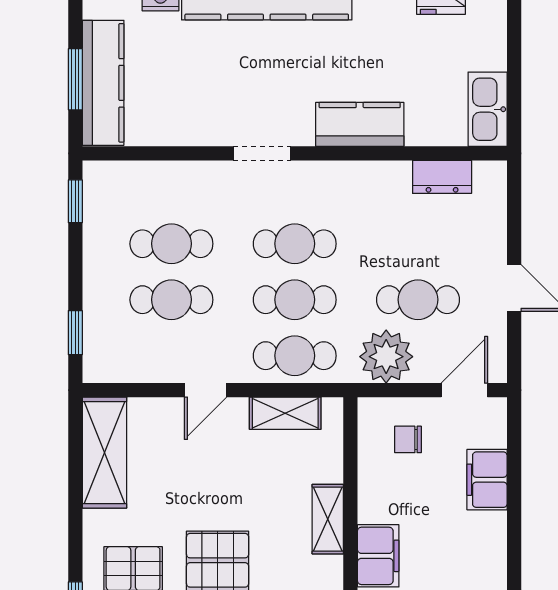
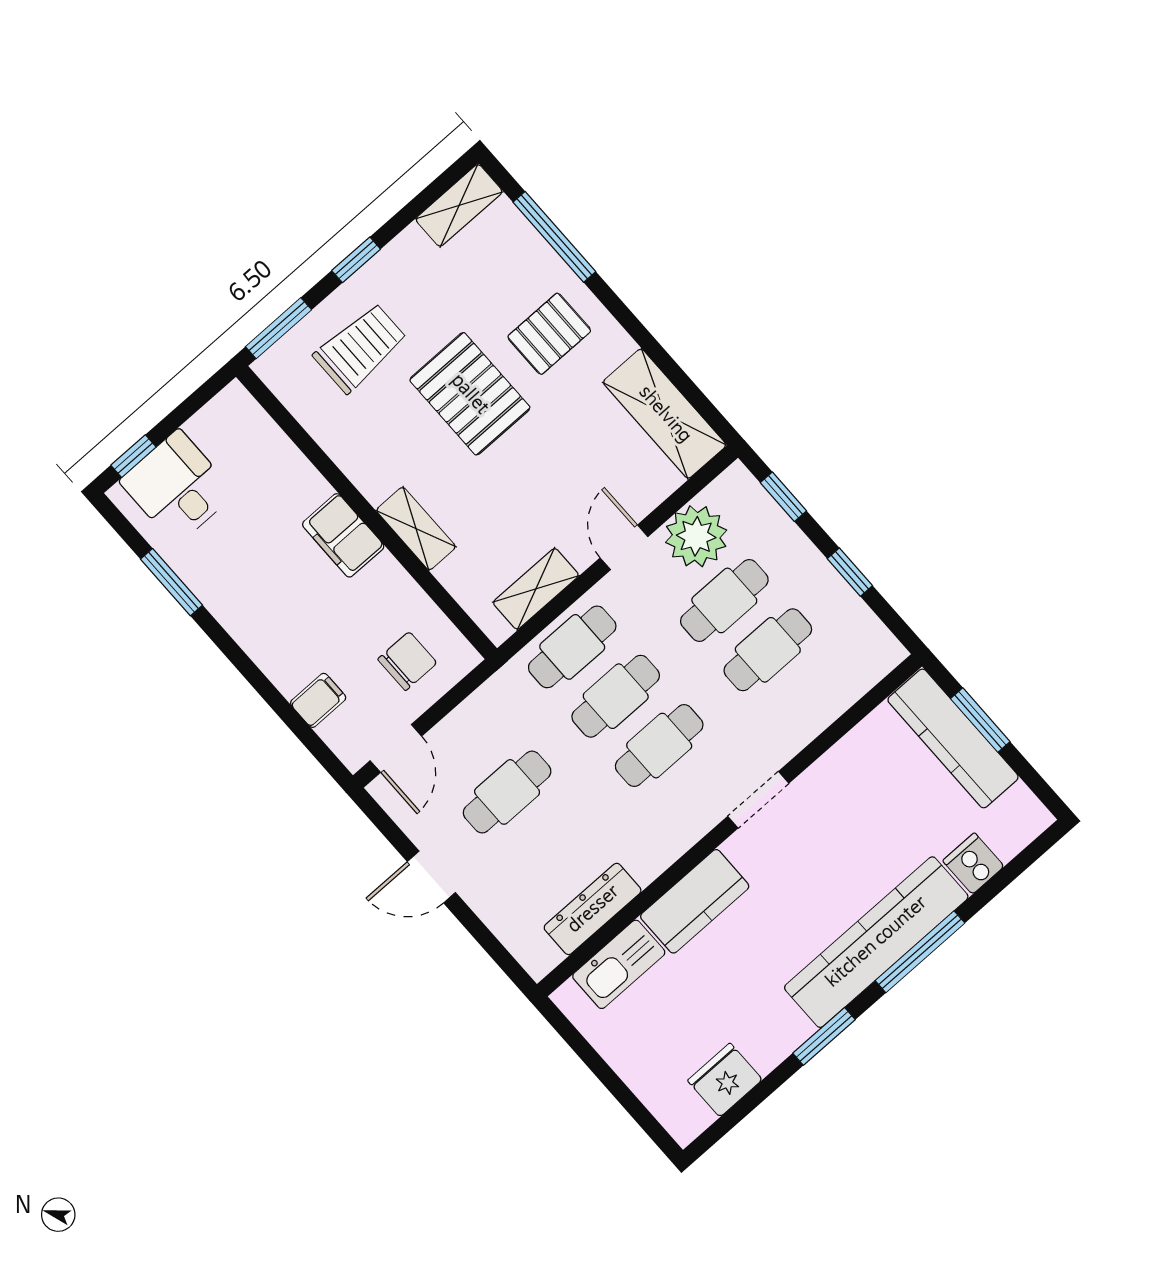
kitchen sink: (488, 109) -> (619, 964), moved, turned 90
dresser: (442, 177) -> (593, 909), width x1.44
window: (75, 201) -> (850, 572), moved
plant: (386, 357) -> (696, 536), moved
chair: (408, 439) -> (407, 661), width x1.37, depth x1.37
filing cabinet: (487, 480) -> (318, 700), width x0.50

